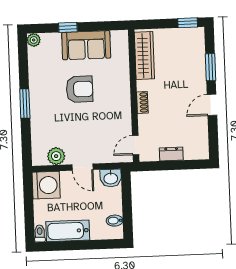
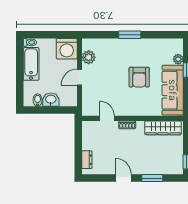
plant: (34, 40) -> (178, 59), moved
sofa: (86, 45) -> (173, 90), width x1.36
door: (136, 145) -> (107, 118), moved
dresser: (171, 154) -> (87, 160), moved
washbasin: (111, 178) -> (51, 100), moved, turned 90

